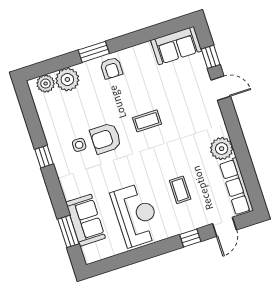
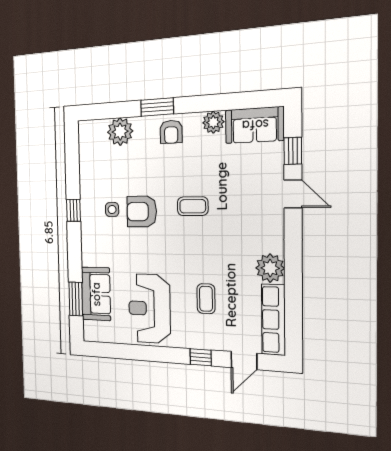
plant: (46, 84) -> (213, 122), moved
reception desk: (136, 215) -> (149, 309), turned 180

